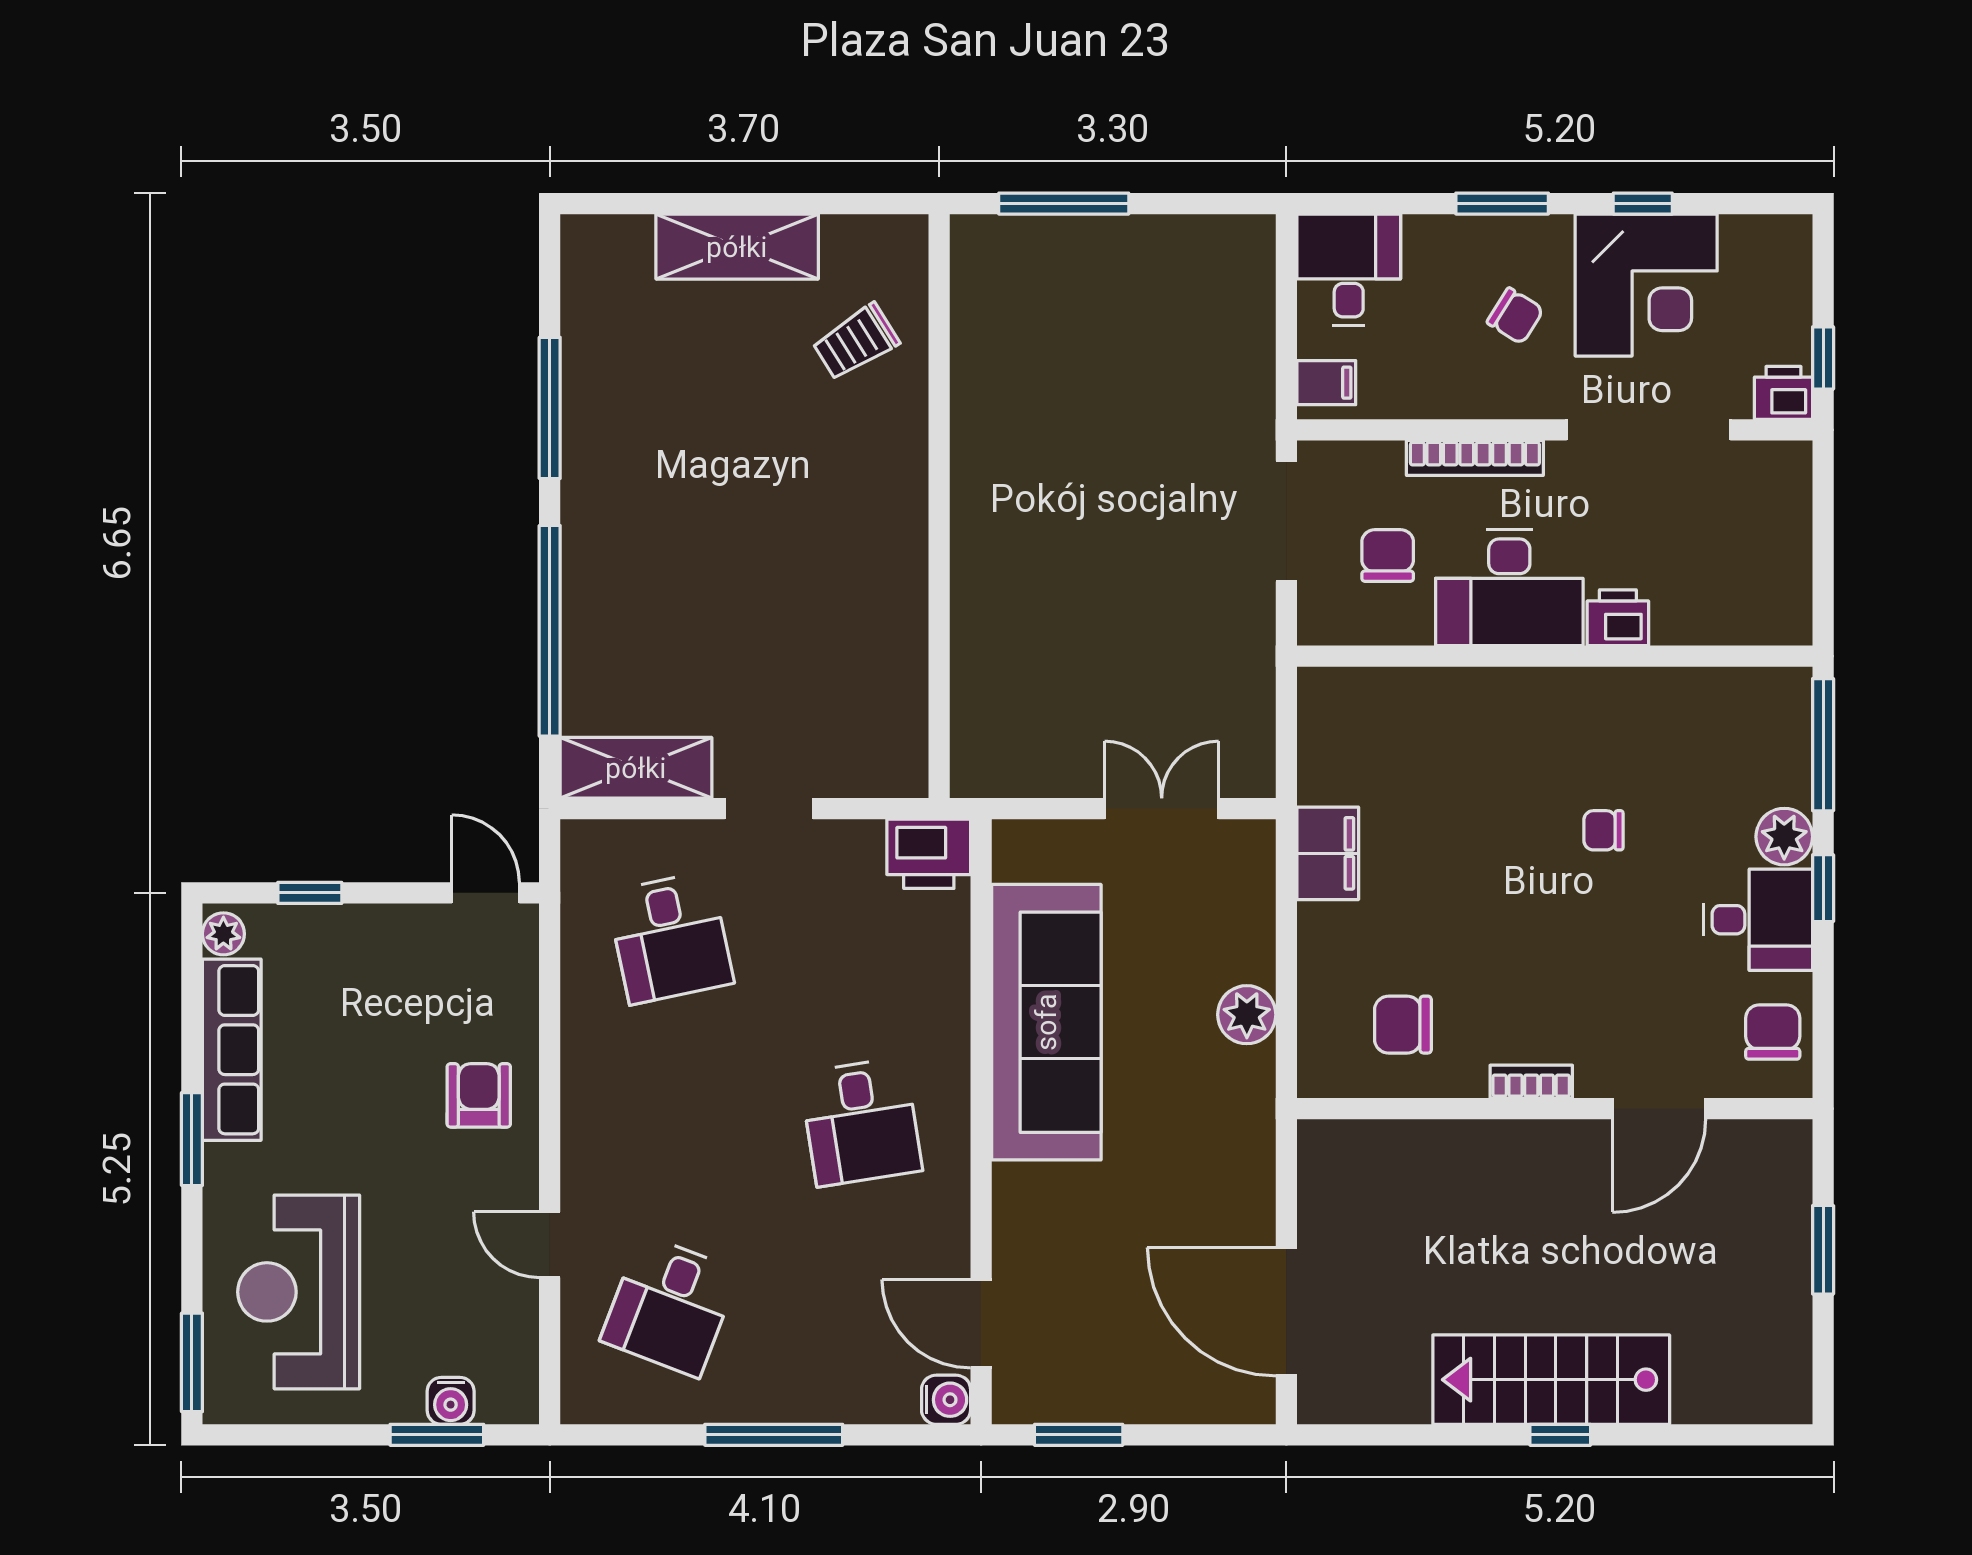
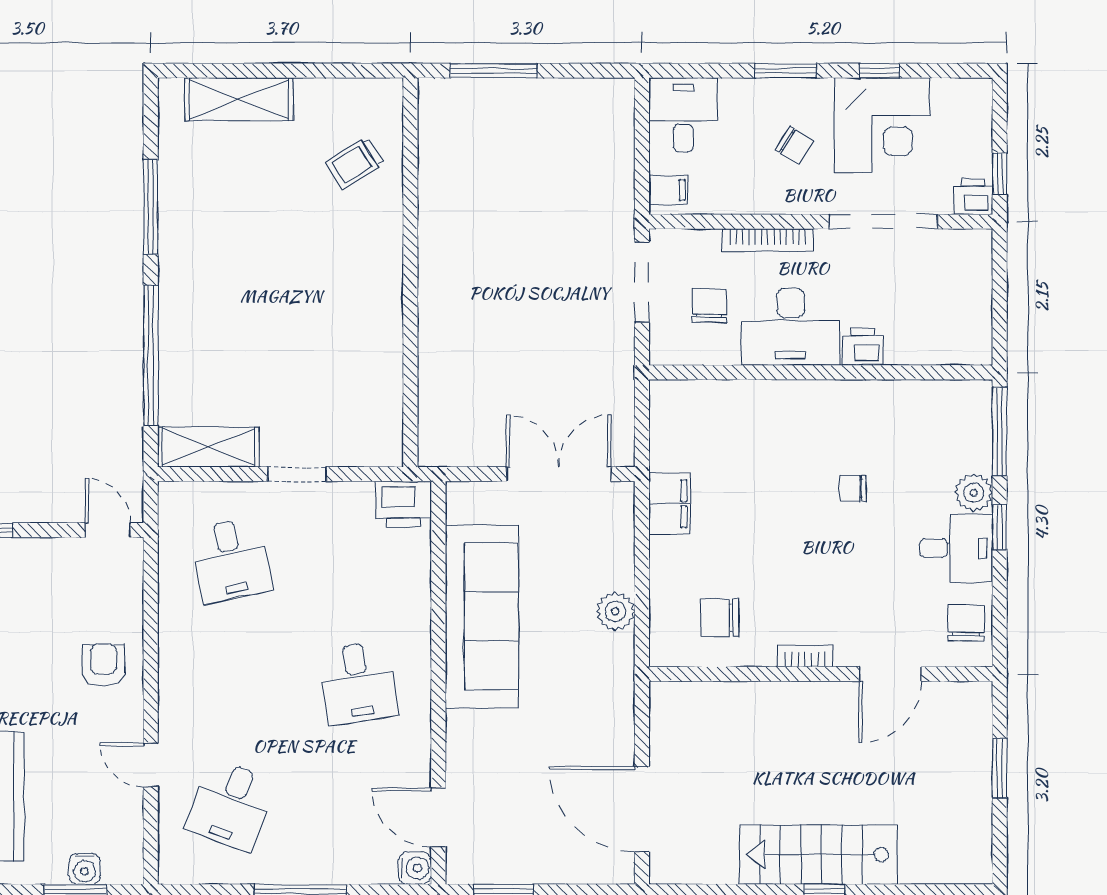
shelving: (737, 247) -> (239, 99), moved
double door: (1162, 809) -> (559, 474), width x1.37

